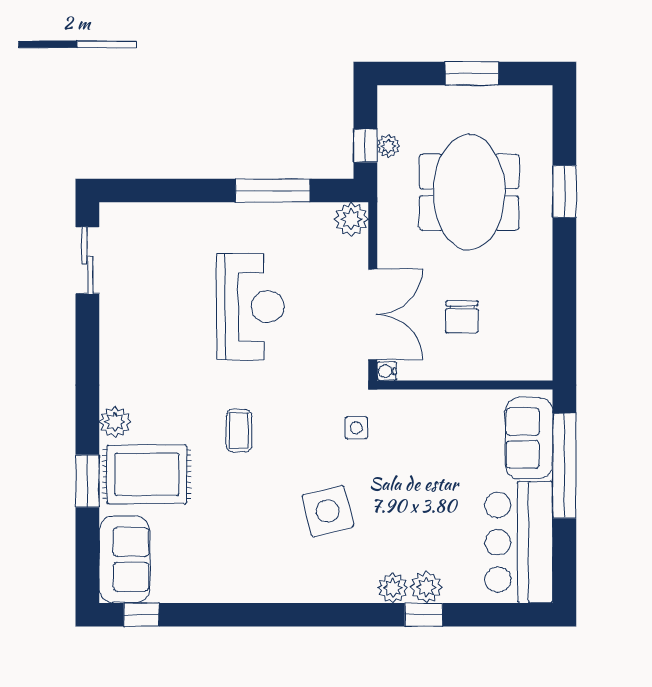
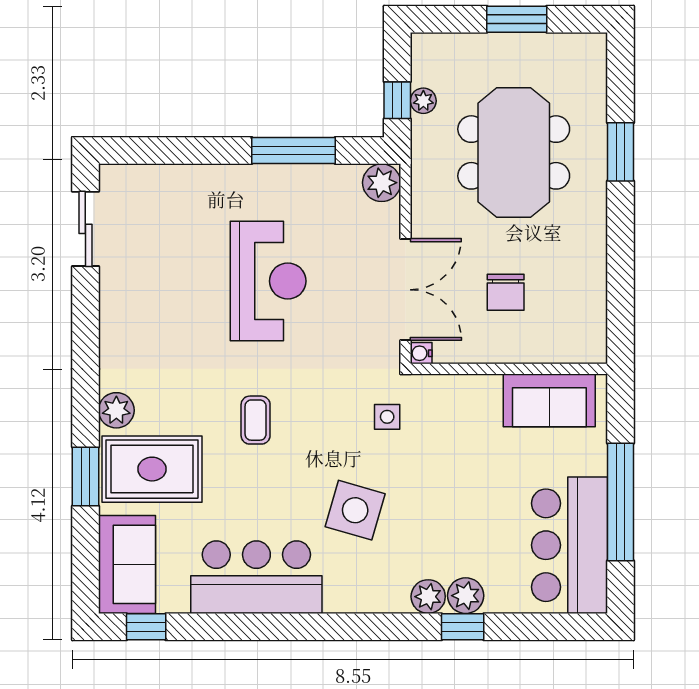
sofa: (529, 438) -> (549, 400), moved, turned -90
window: (564, 466) -> (621, 502), moved
side table: (328, 511) -> (355, 510), turned 30
bar counter: (240, 571) -> (256, 577), added

